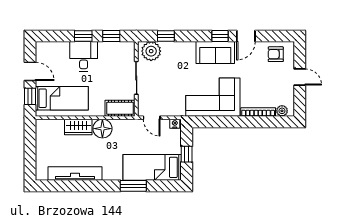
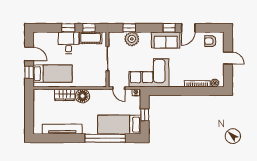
plant: (151, 51) -> (132, 39), moved
corner sofa: (213, 97) -> (149, 73), moved
cot: (120, 108) -> (91, 38), moved
window: (133, 186) -> (105, 138), width x2.11

